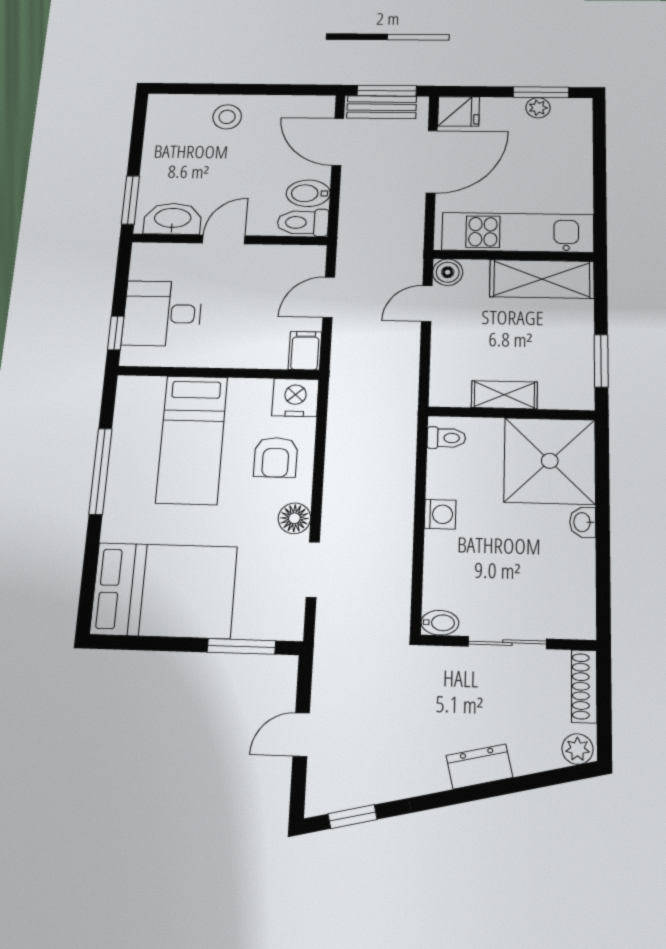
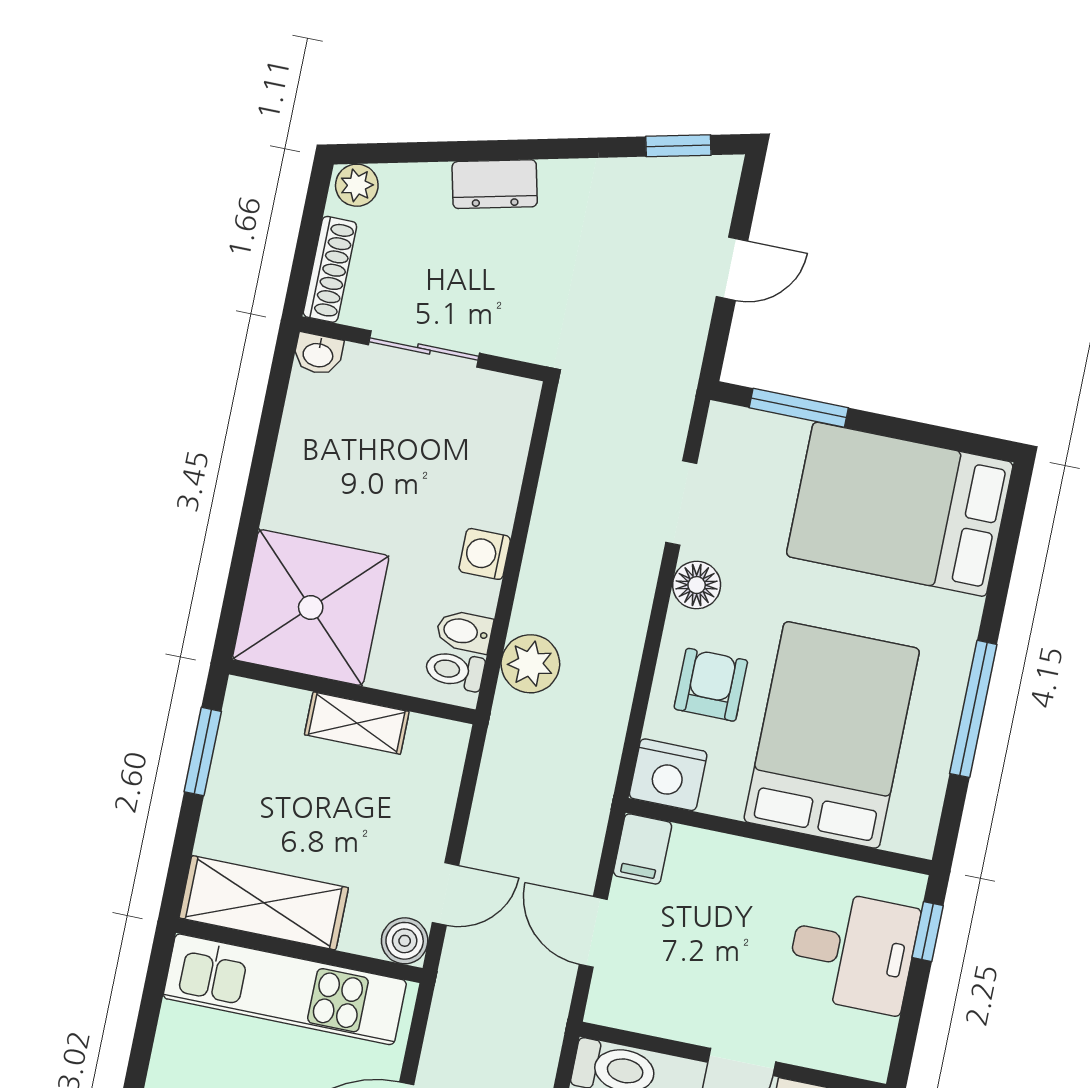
door: (329, 297) -> (593, 932), swing flipped
bed: (192, 440) -> (832, 735), width x1.50
plant: (397, 450) -> (530, 664), added
washbasin: (583, 522) -> (318, 354), moved, turned 90
bidet: (440, 623) -> (464, 632), moved

